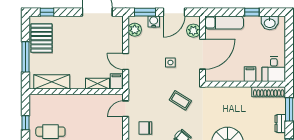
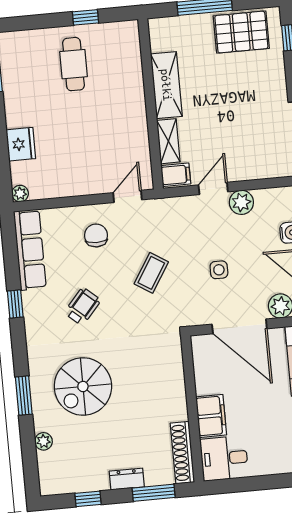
plant: (135, 30) -> (241, 202), moved
filing cabinet: (250, 74) -> (211, 416), width x2.00
shelving: (52, 82) -> (166, 85), moved
coffee table: (180, 100) -> (151, 273), moved
door: (126, 109) -> (128, 196), hinge flipped

